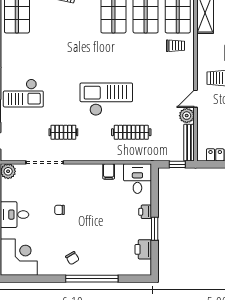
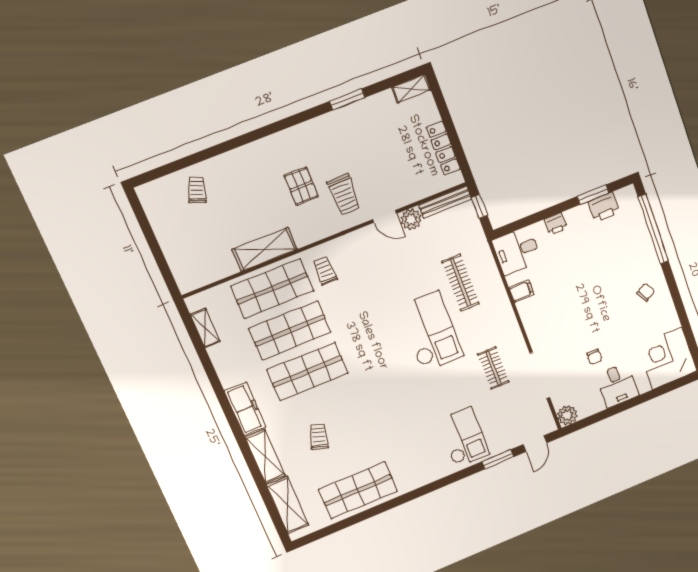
checkout: (106, 99) -> (431, 332), turned 180
chair: (60, 210) -> (594, 357), moved
window: (155, 229) -> (593, 195), moved
window: (92, 279) -> (653, 229), moved

